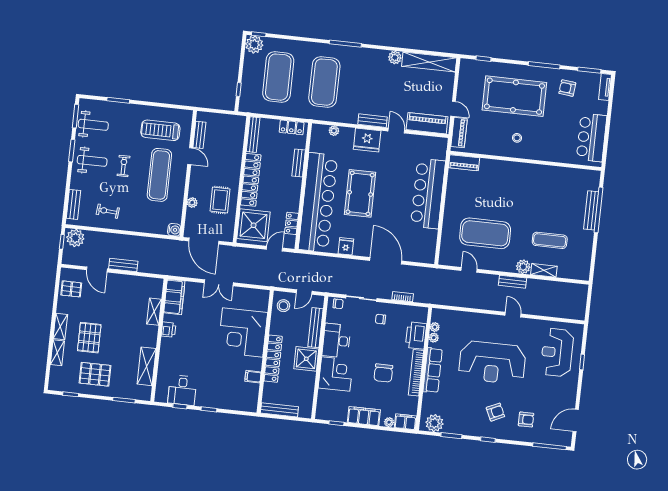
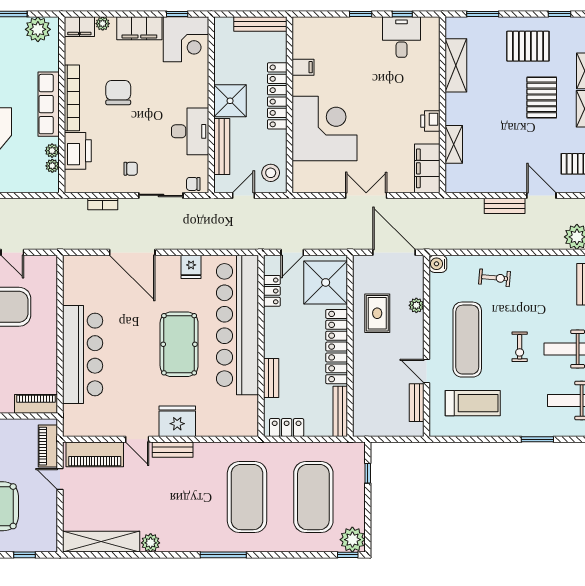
plant: (334, 131) -> (226, 429), removed
exercise bike: (108, 211) -> (495, 278), moved
corner desk: (336, 374) -> (186, 39), moved, turned -90

